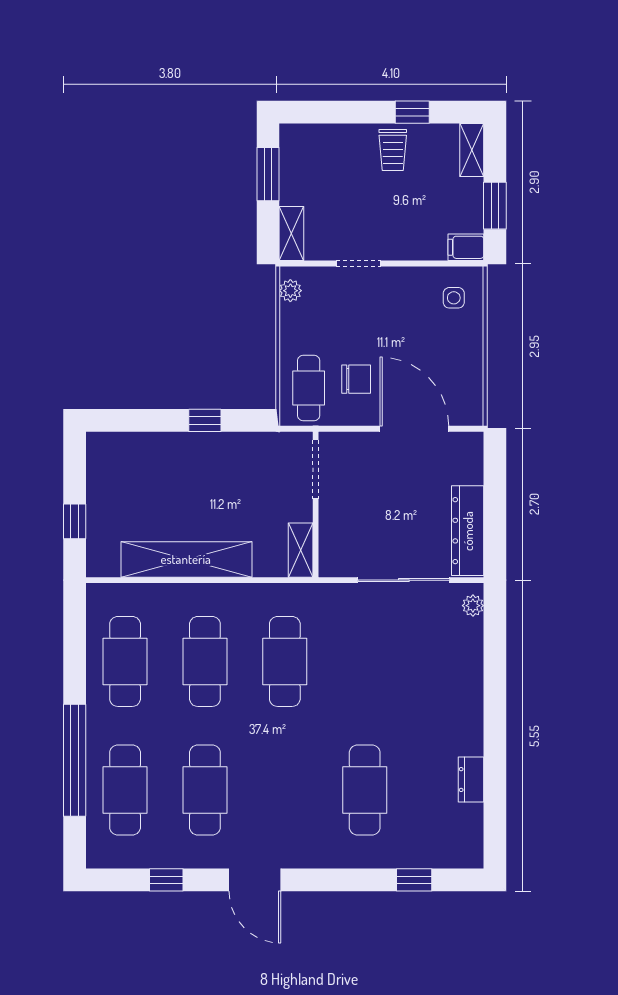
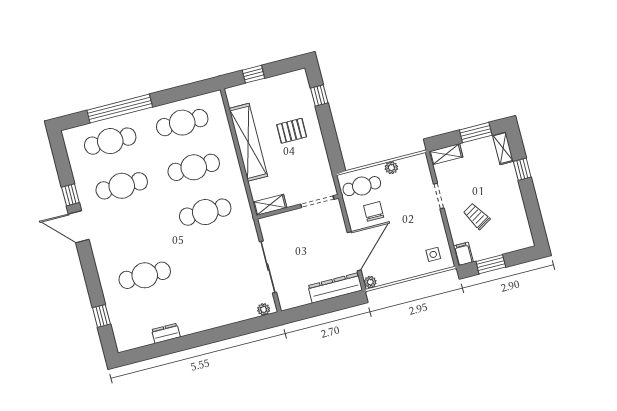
window: (412, 112) -> (522, 169), moved
trolley: (393, 150) -> (477, 216), moved, turned 59
shelving: (472, 150) -> (503, 148), moved, turned 90
plant: (290, 291) -> (391, 168), moved
chair: (356, 379) -> (374, 211), turned 180
plant: (473, 415) -> (370, 282), added
window: (205, 420) -> (319, 95), moved
pallet: (186, 482) -> (292, 131), added
dresser: (468, 531) -> (335, 288), moved
window: (166, 880) -> (70, 195), moved
door: (255, 880) -> (79, 227), hinge flipped

